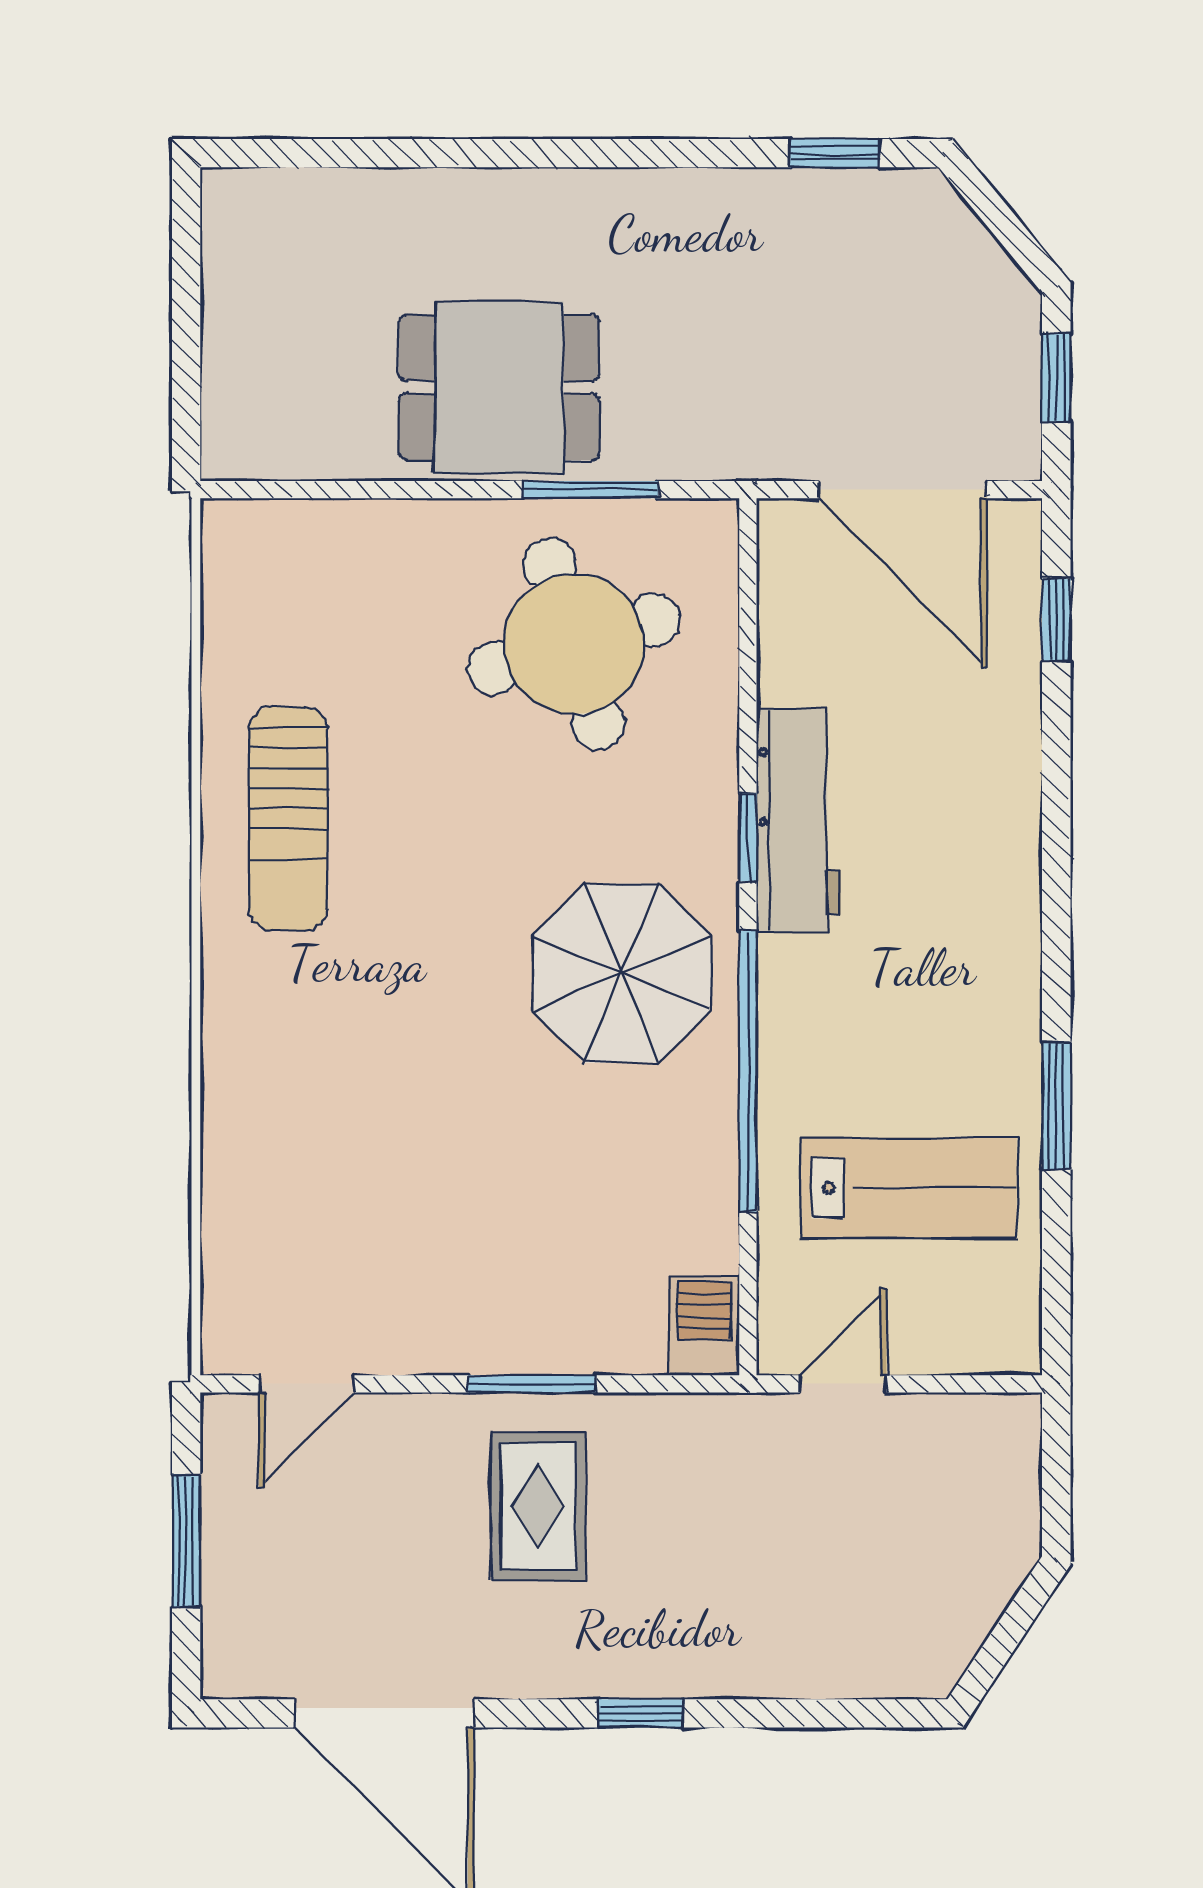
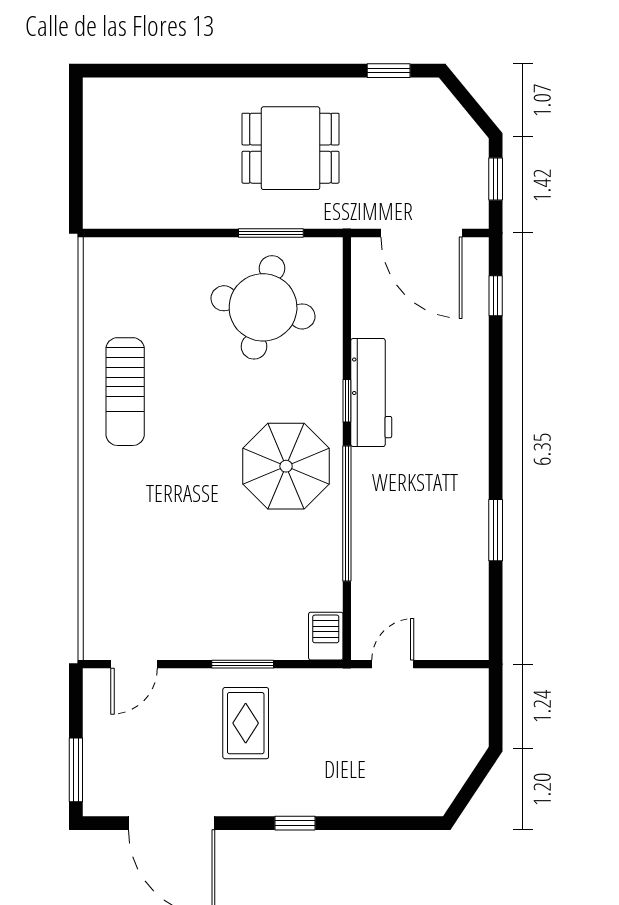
dining table: (499, 387) -> (291, 148), moved
round table: (574, 644) -> (263, 307), turned 30
lab bench: (909, 1188) -> (424, 570), removed
window: (186, 1541) -> (76, 770), moved

